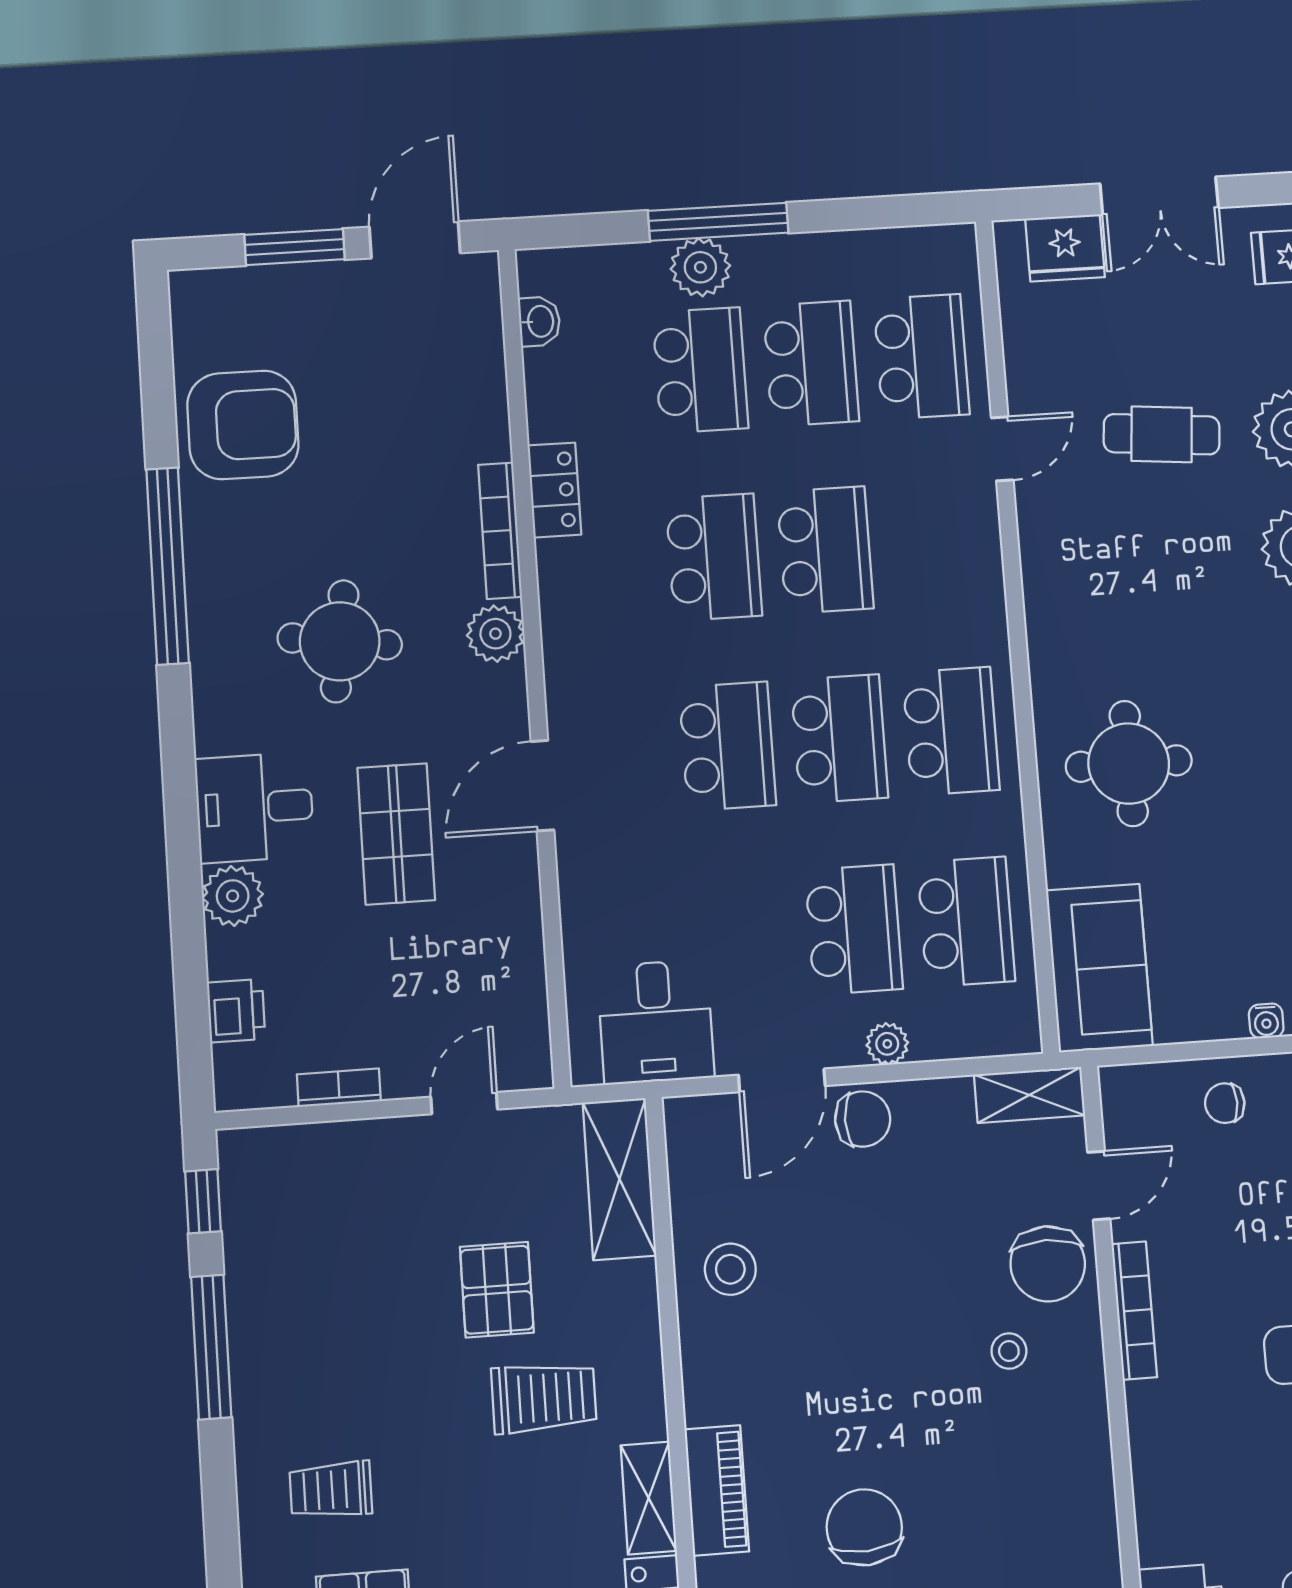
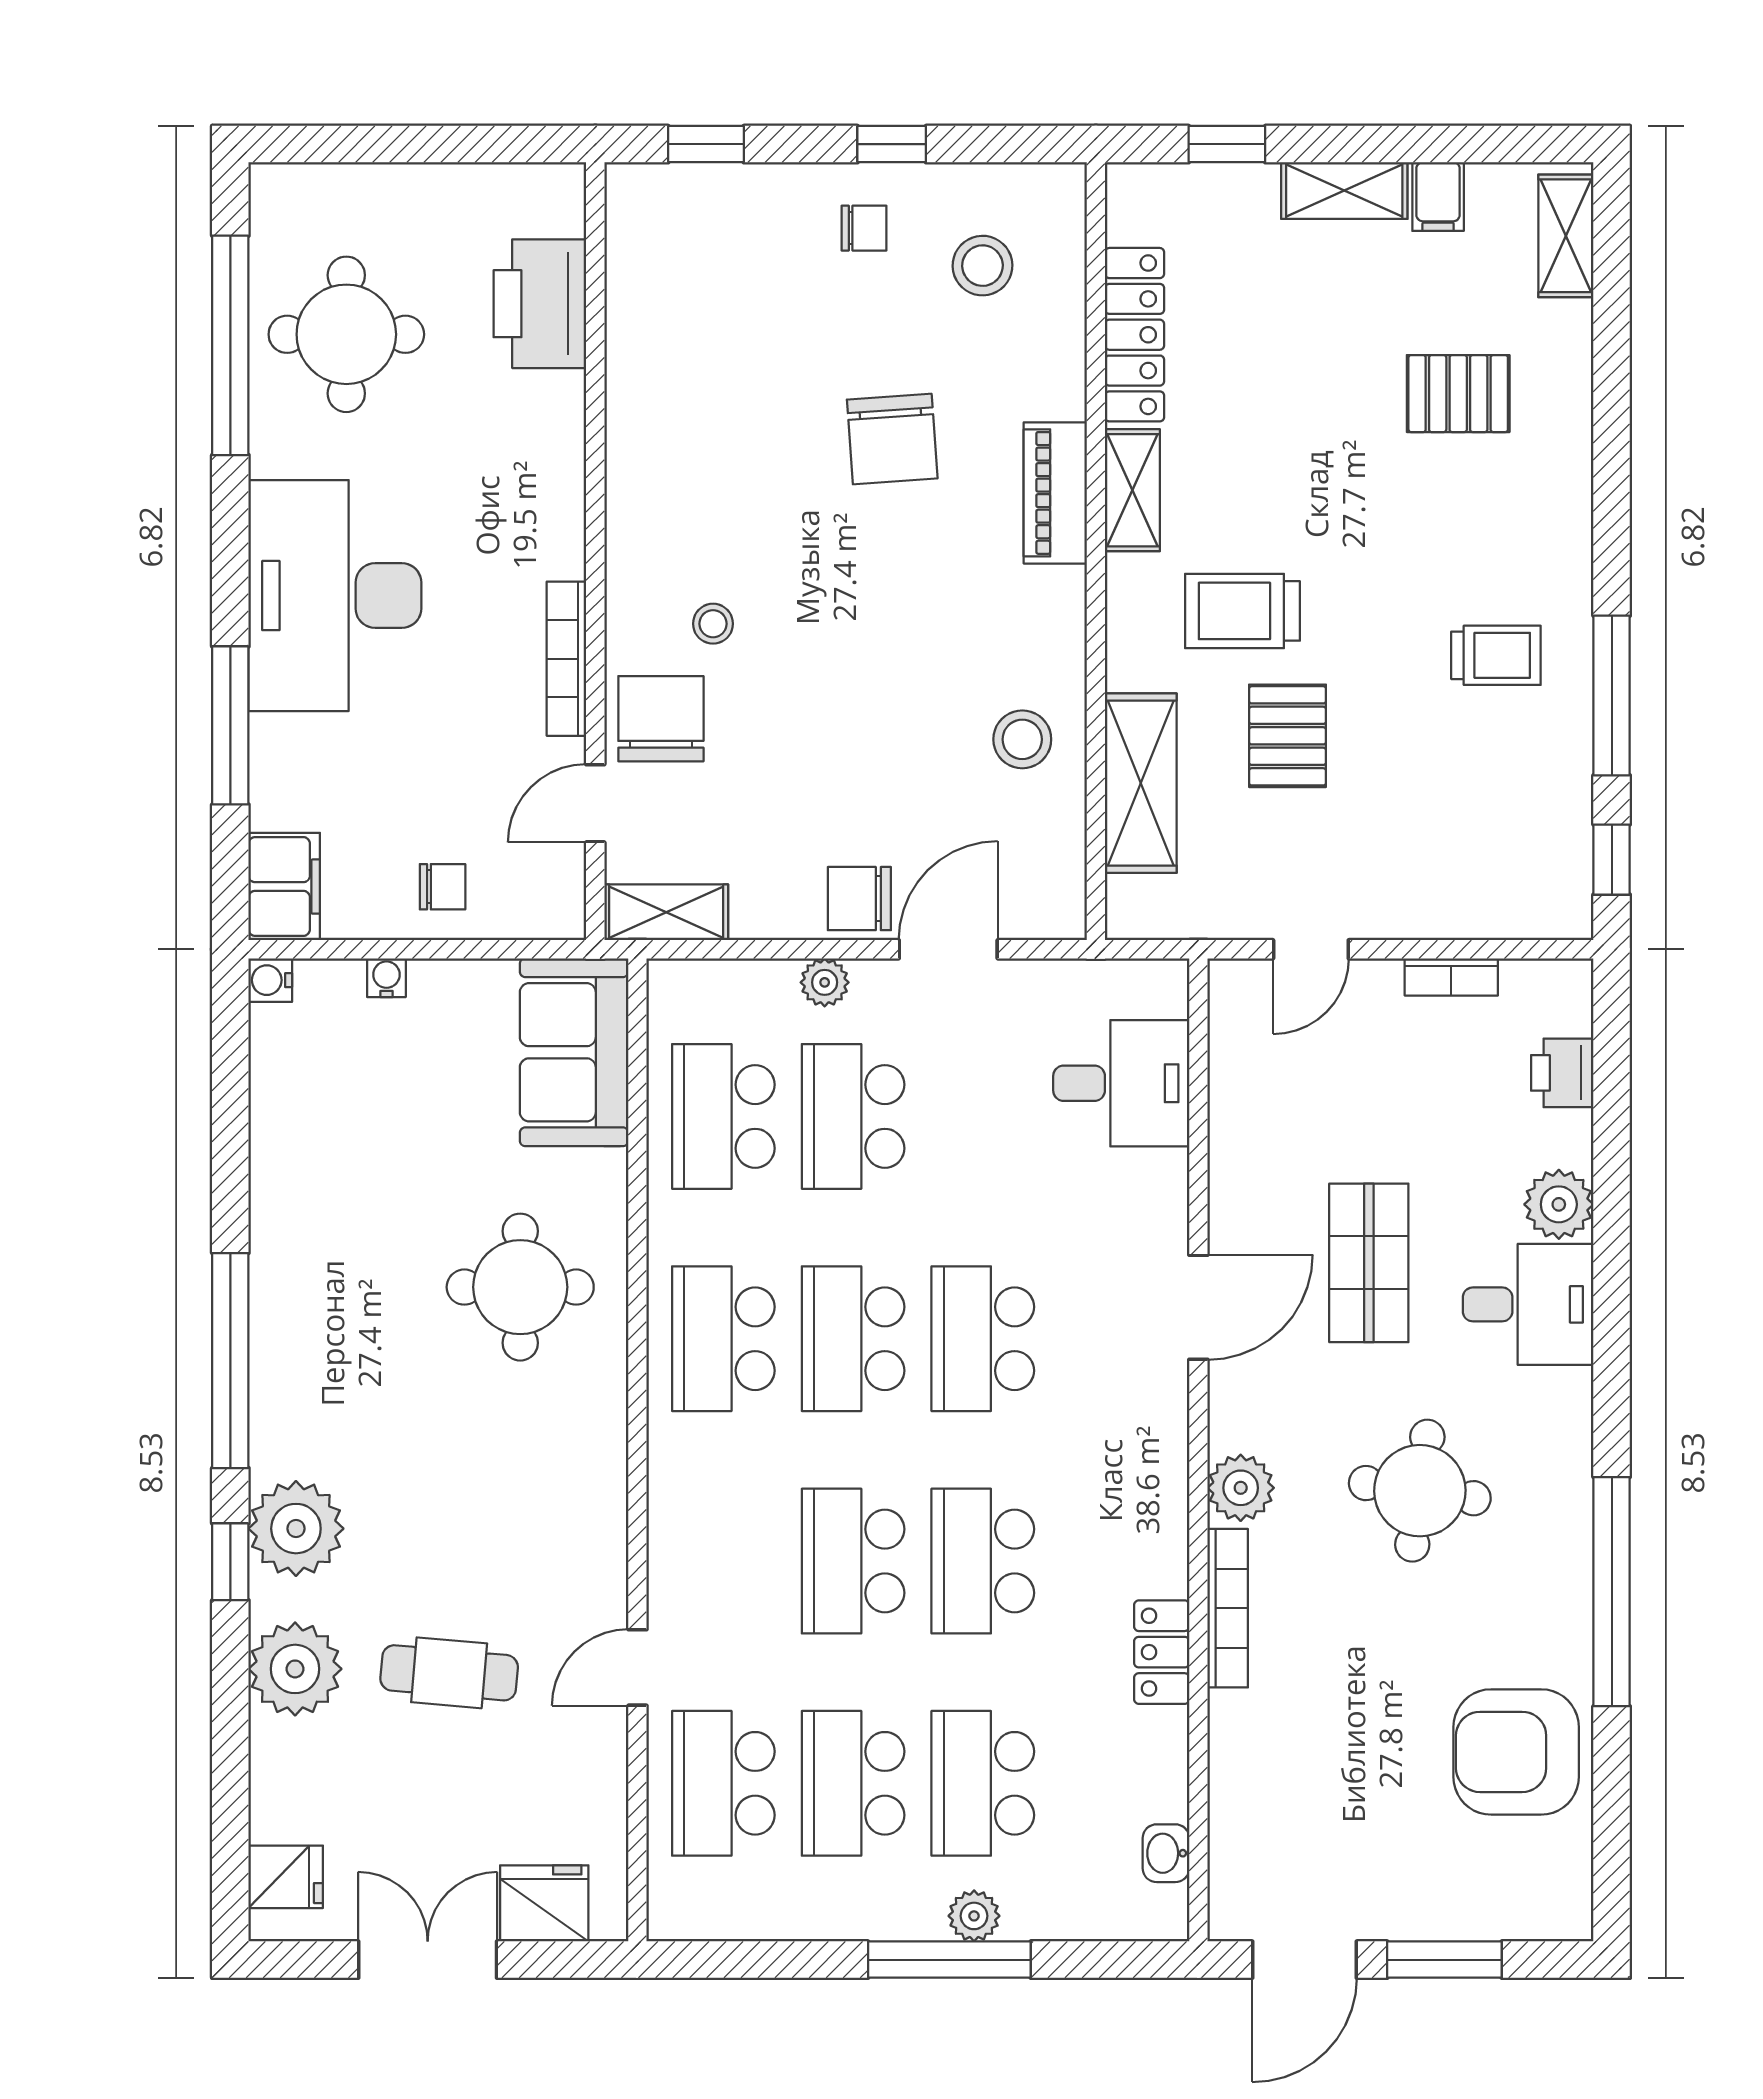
plant: (700, 267) -> (974, 1916), width x0.73, depth x0.73
desk: (656, 1022) -> (1121, 1083), moved, turned 90
shelving: (619, 1179) -> (1141, 783), moved
trolley: (331, 1490) -> (1496, 655), moved

